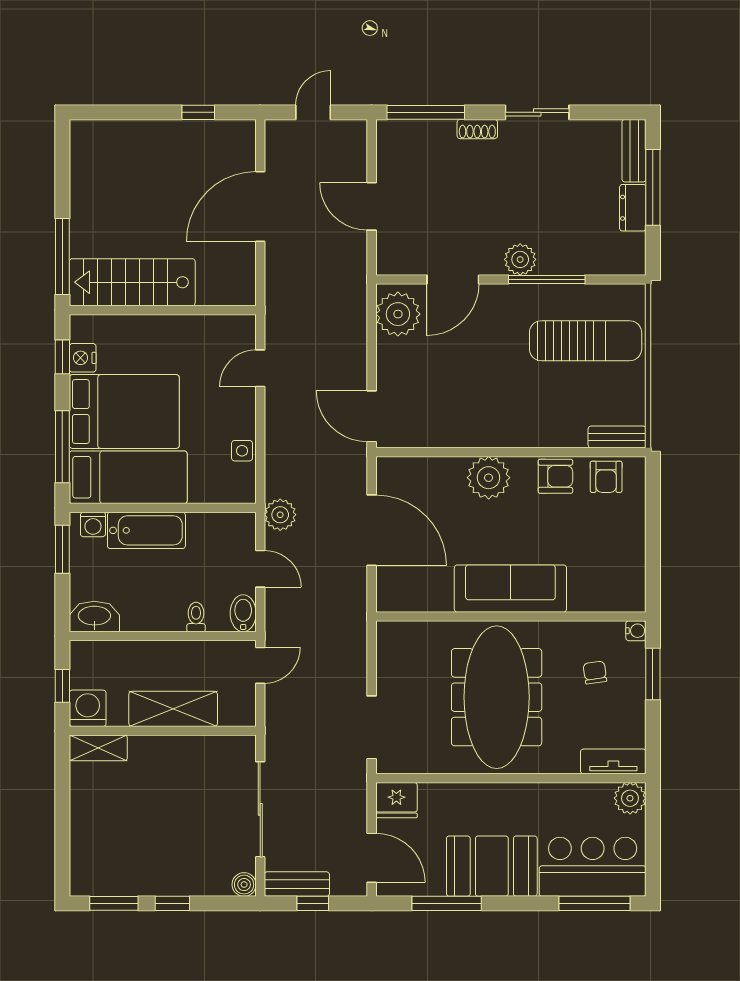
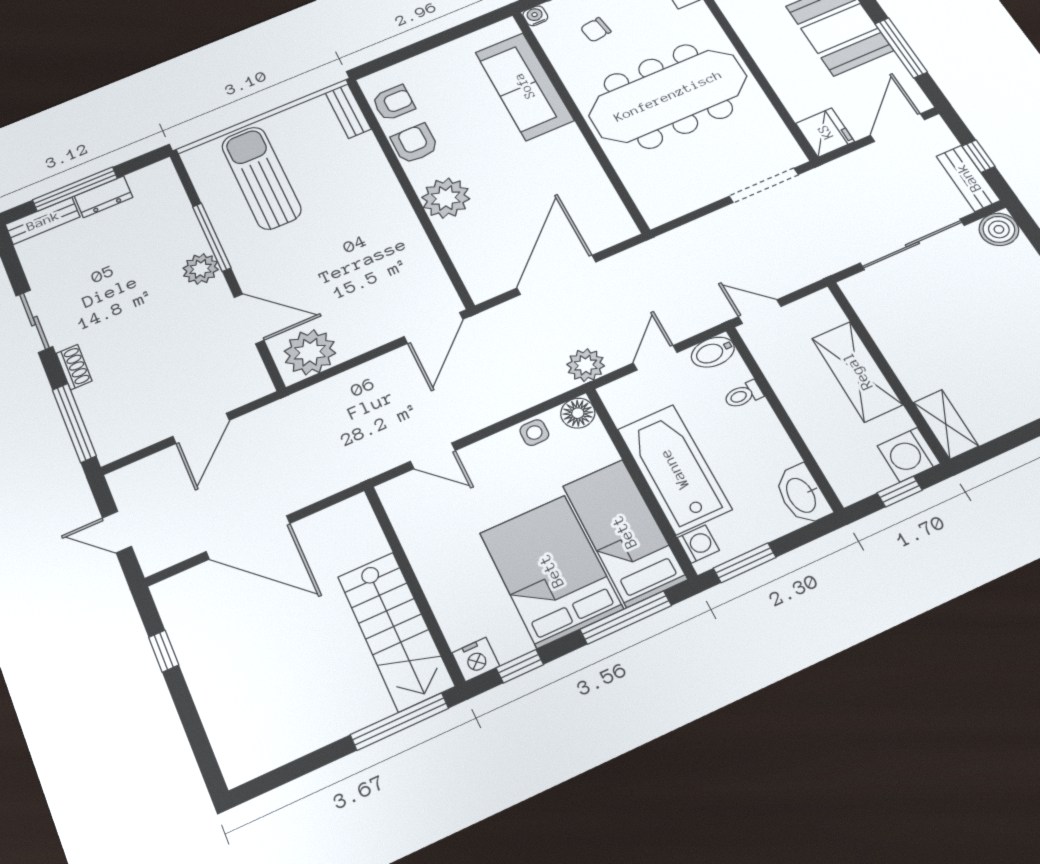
nightstand: (83, 358) -> (476, 659), moved
floor lamp: (242, 490) -> (578, 413), added
bathtub: (146, 530) -> (674, 469), width x1.36, depth x1.36
sofa: (510, 589) -> (524, 86), moved
boiler: (244, 885) -> (999, 229), width x1.36, depth x1.36

